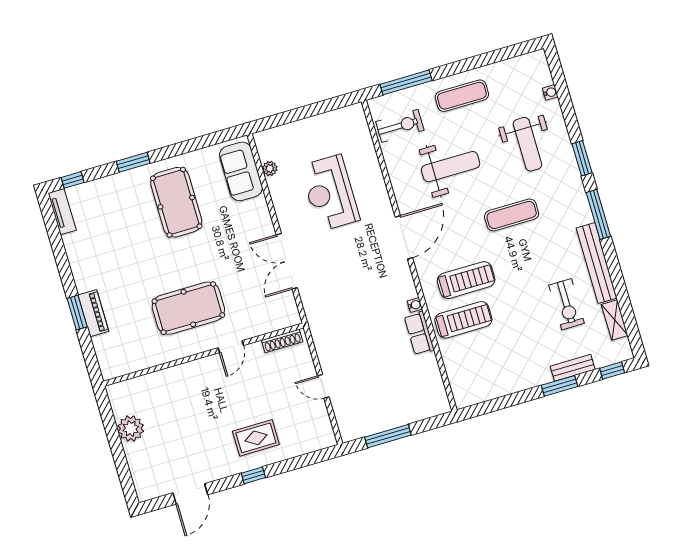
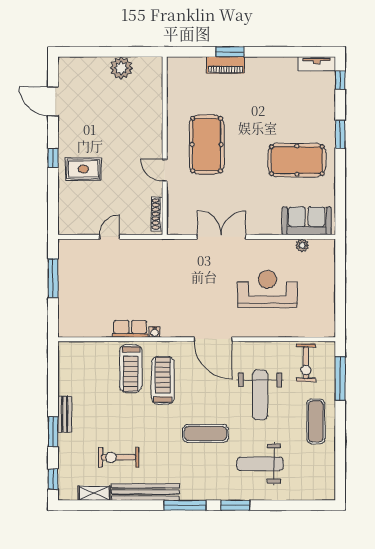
water cooler: (550, 92) -> (297, 495), removed
exercise mat: (512, 215) -> (205, 433), turned 90
treadmill: (466, 280) -> (163, 380), turned 180
bench: (573, 368) -> (65, 414), moved
rug: (256, 438) -> (83, 169), turned 90

